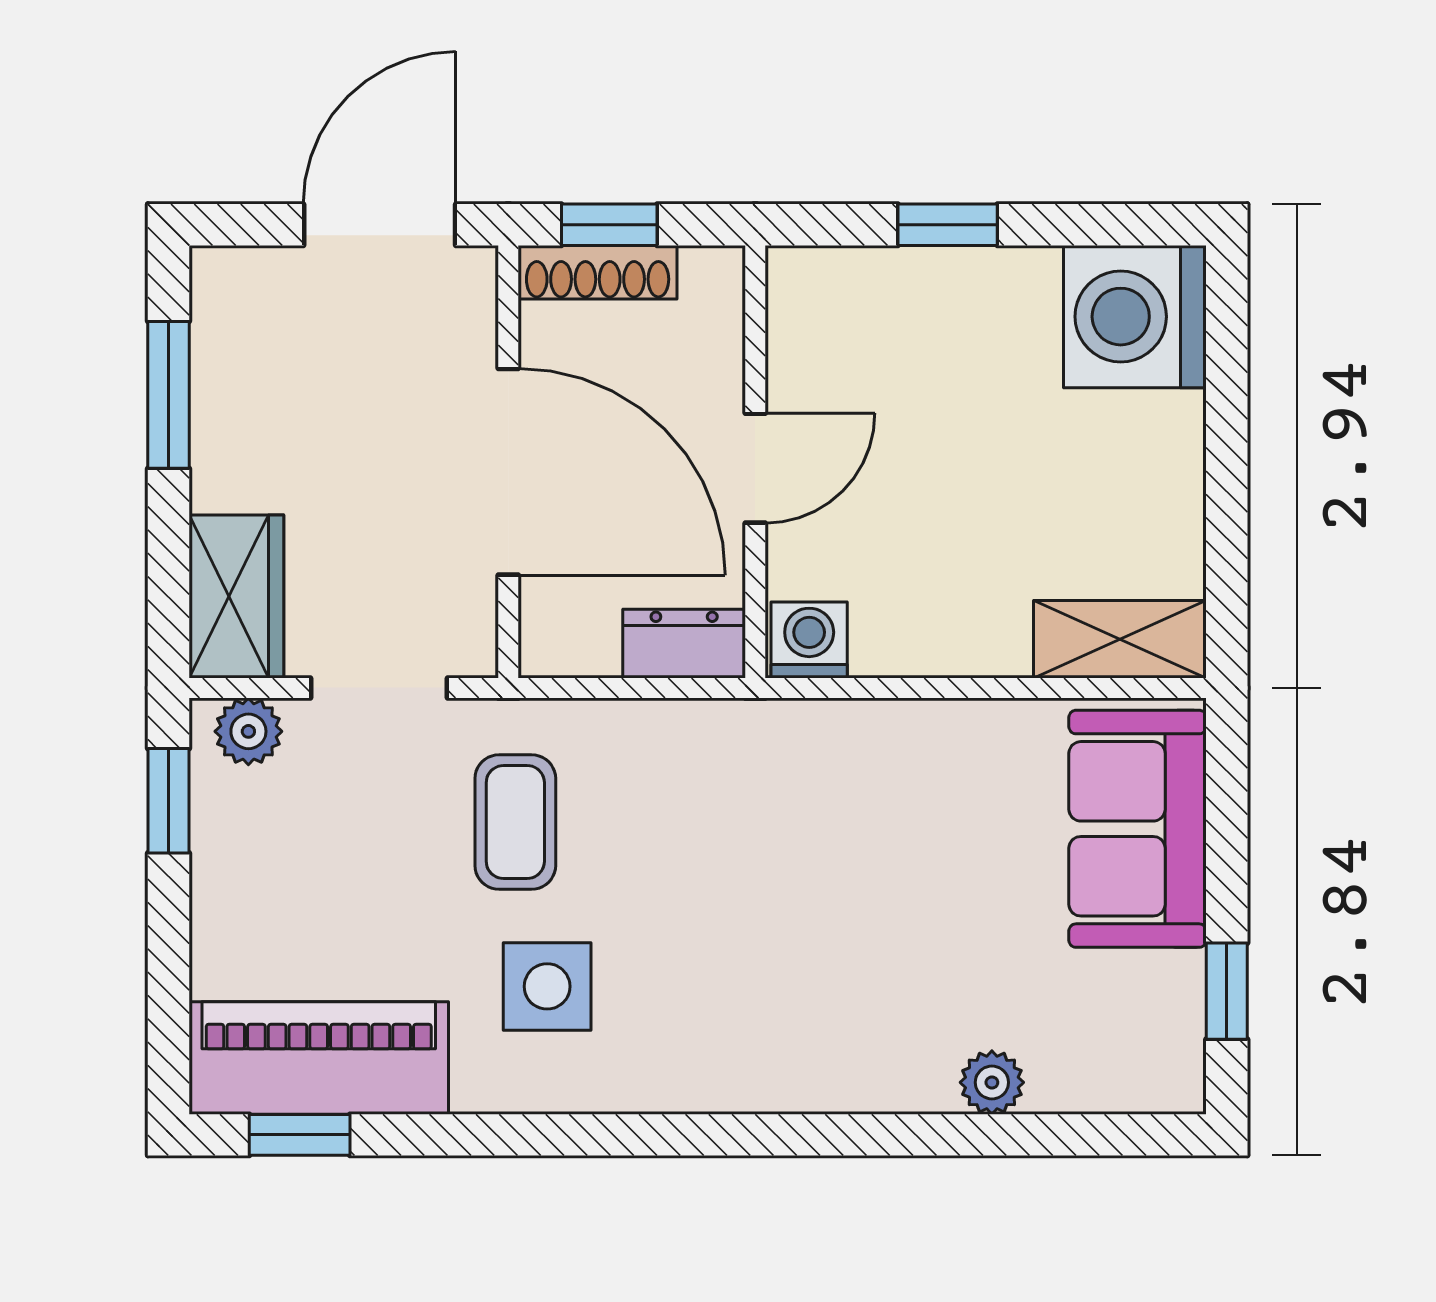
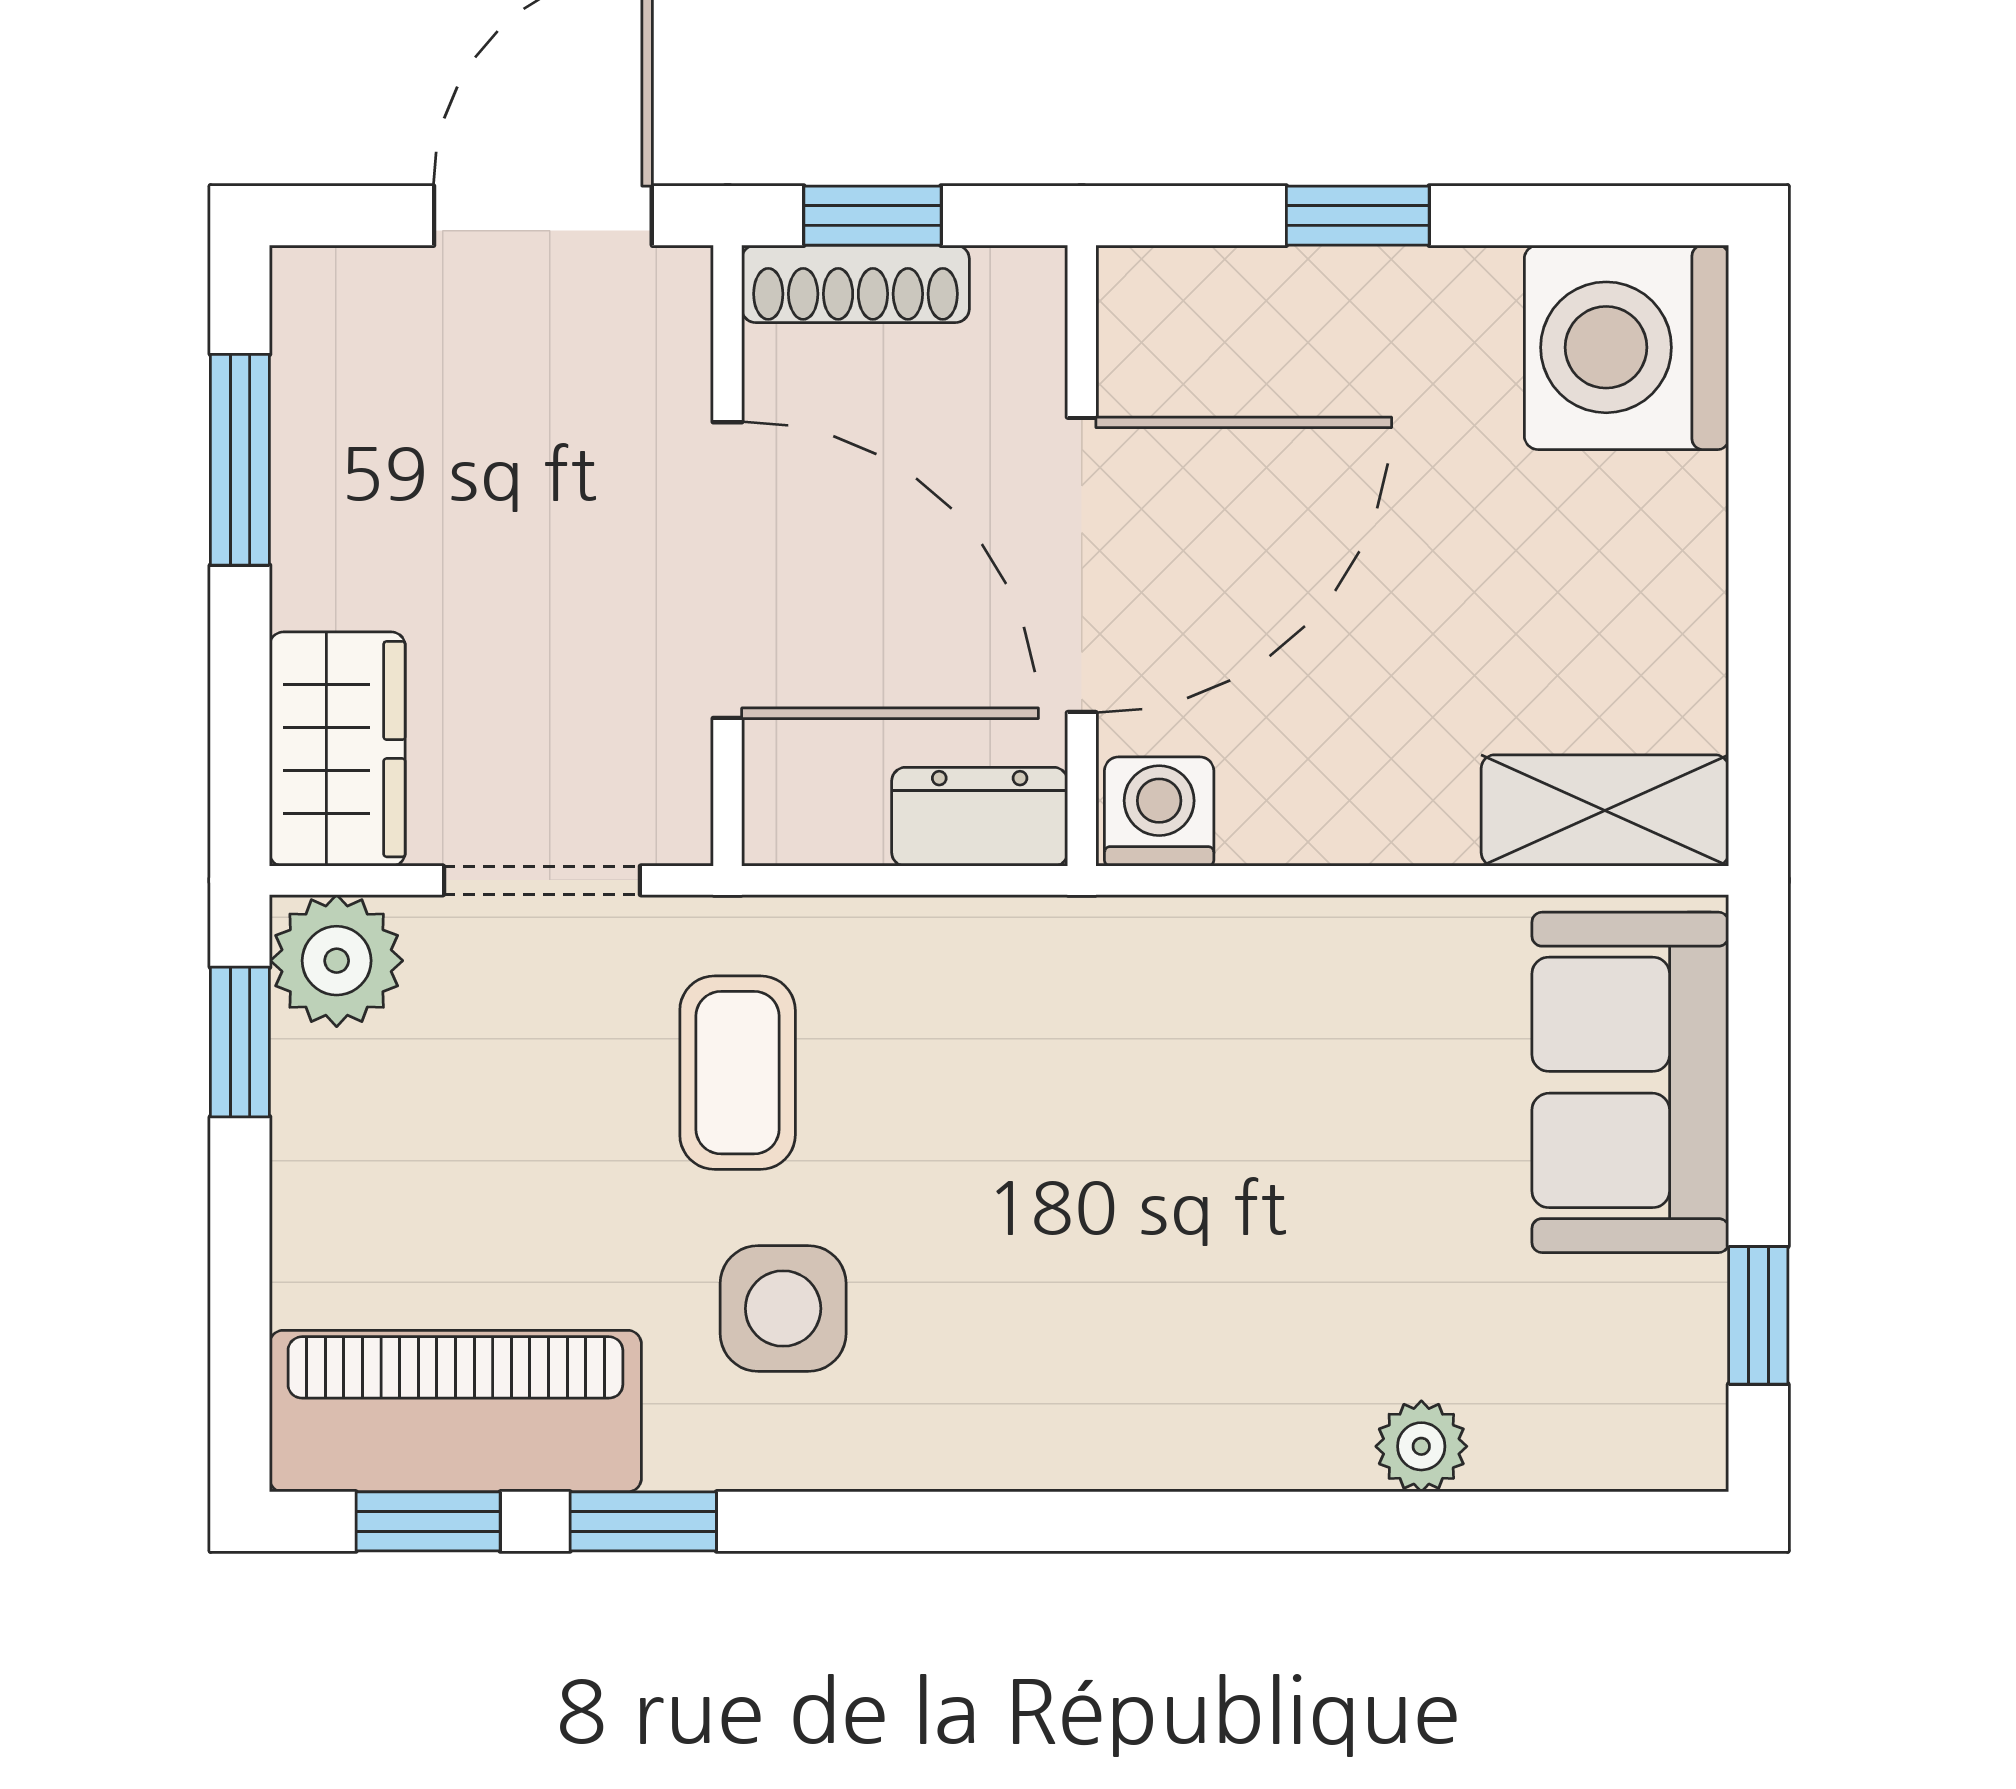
door: (755, 468) -> (1082, 565), width x1.88
plant: (248, 731) -> (337, 961), width x1.38, depth x1.38
window: (450, 1135) -> (643, 1521), added

